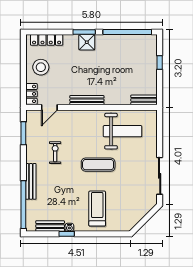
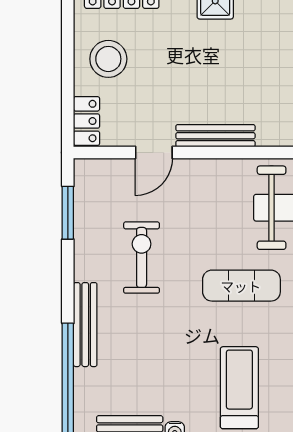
door: (49, 107) -> (154, 152), moved
exercise bike: (55, 153) -> (142, 257), width x1.38, depth x1.39

